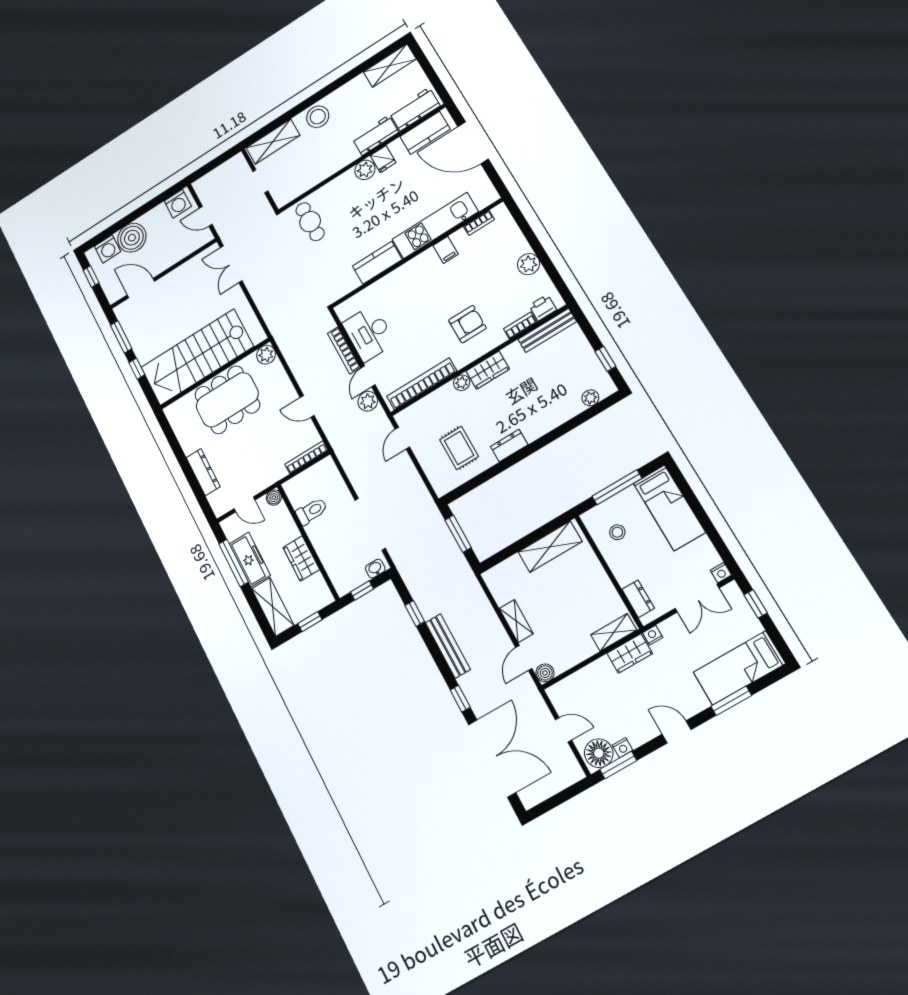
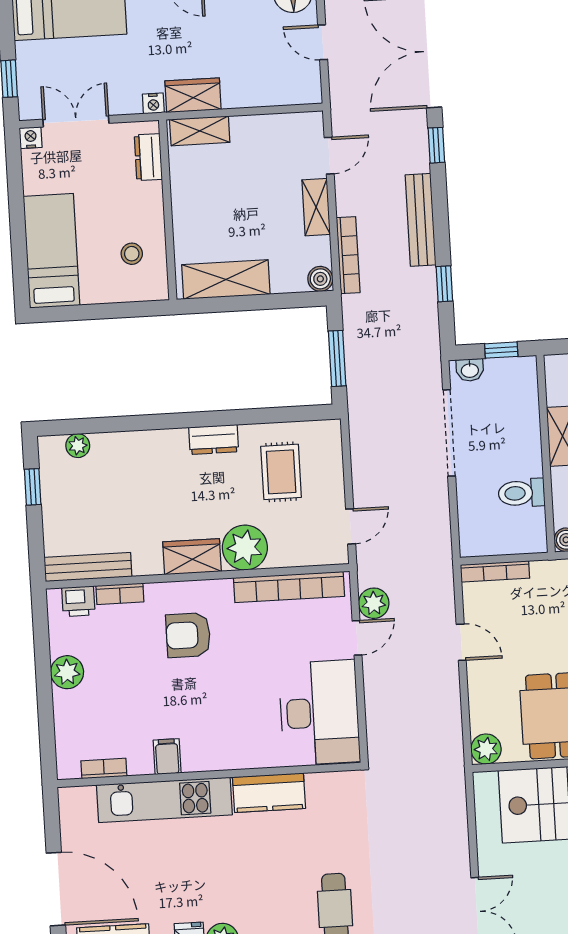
desk: (369, 333) -> (319, 713), width x1.36, depth x1.30
bookcase: (344, 350) -> (348, 255), moved
plant: (462, 383) -> (245, 548), width x1.88, depth x1.88
window: (617, 487) -> (103, 311), removed
boiler: (545, 673) -> (320, 279), moved

